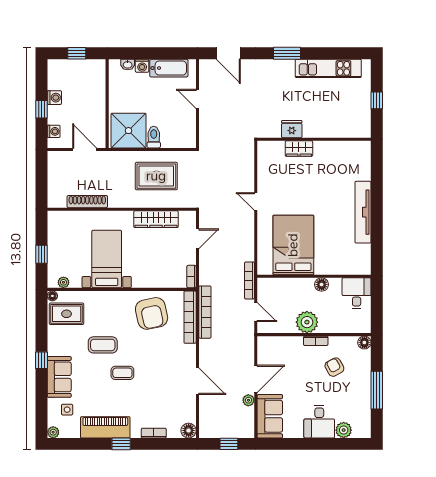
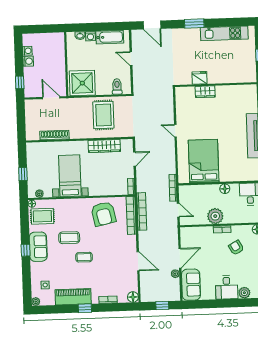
window: (77, 53) -> (43, 29), removed
window: (42, 109) -> (20, 82), moved
washing machine: (54, 131) -> (27, 51), moved
toilet: (154, 137) -> (117, 86), moved
rug: (156, 176) -> (103, 115), turned 90
sofa: (59, 377) -> (38, 247), moved

